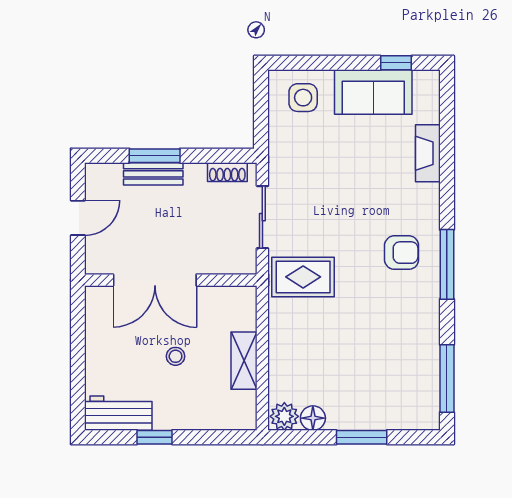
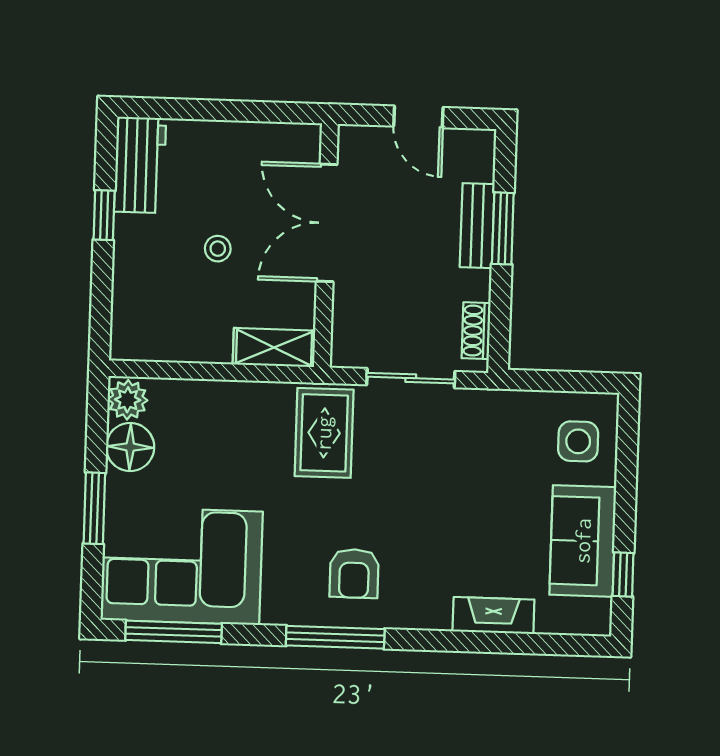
shelving: (244, 361) -> (274, 348), moved
corner sofa: (400, 374) -> (182, 566), added
floor lamp: (313, 418) -> (130, 447), width x1.38, depth x1.38

